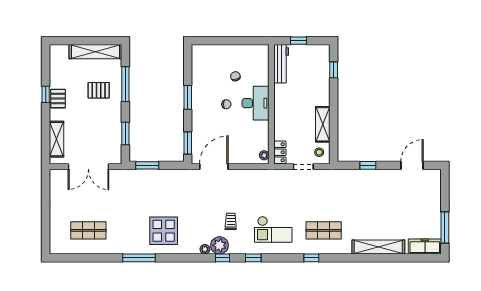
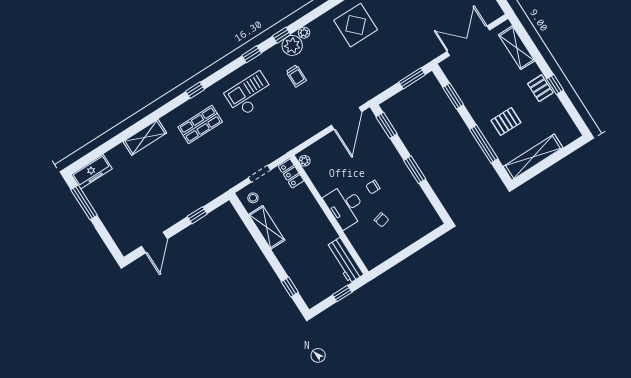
shelving: (378, 247) -> (145, 137), width x0.68

